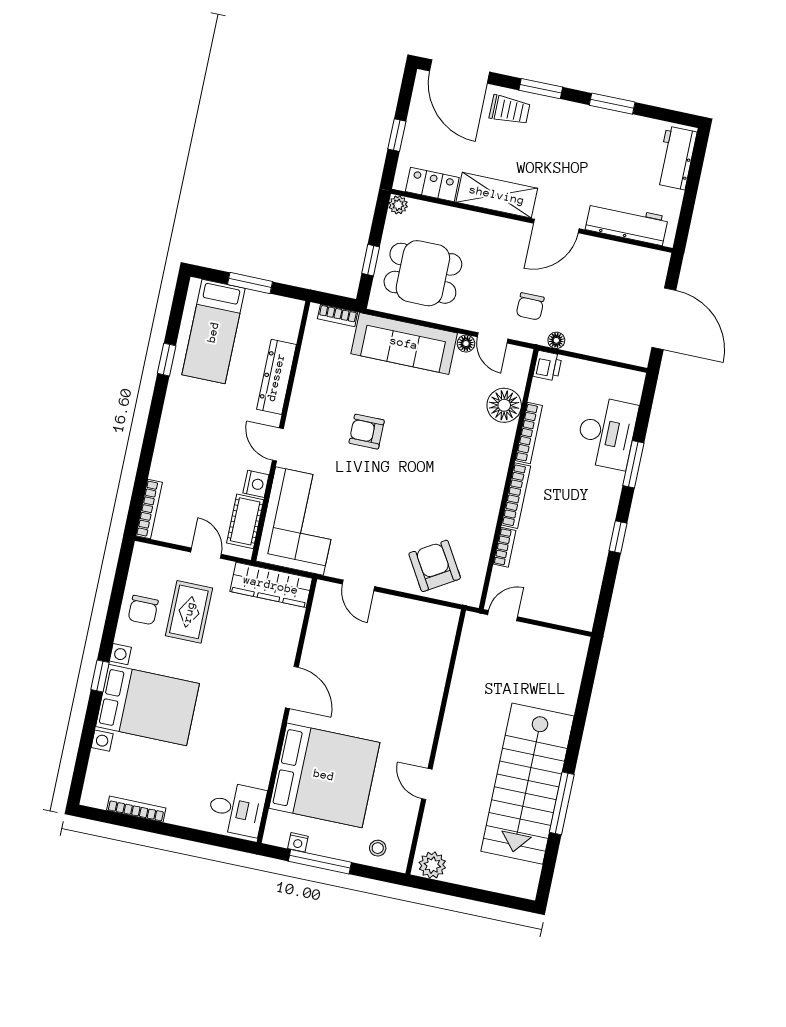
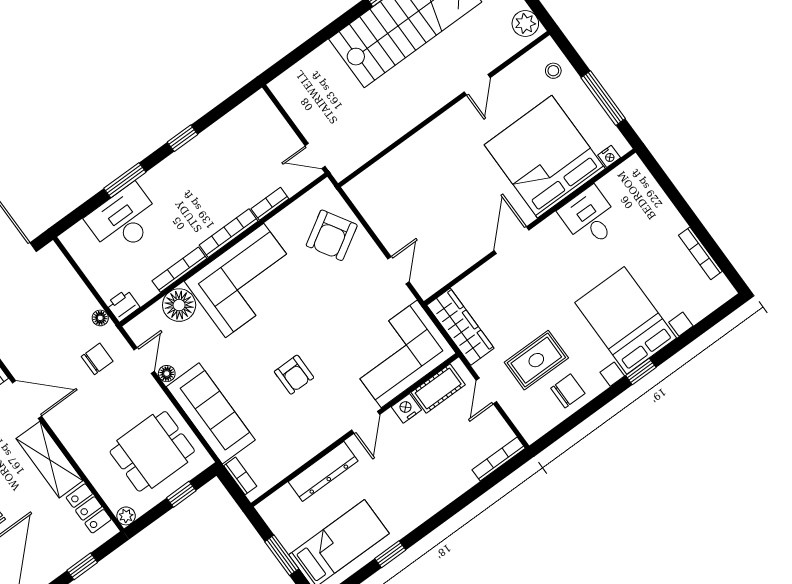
dining table: (423, 273) -> (152, 451), turned 90
corner sofa: (471, 470) -> (245, 280), added
desk: (237, 809) -> (590, 217), moved
nightstand: (298, 842) -> (609, 156), moved, turned 90

